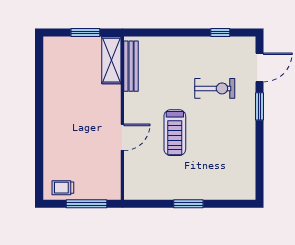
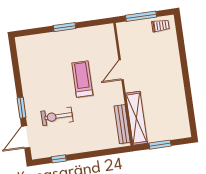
shelving: (111, 60) -> (136, 118), width x1.47

